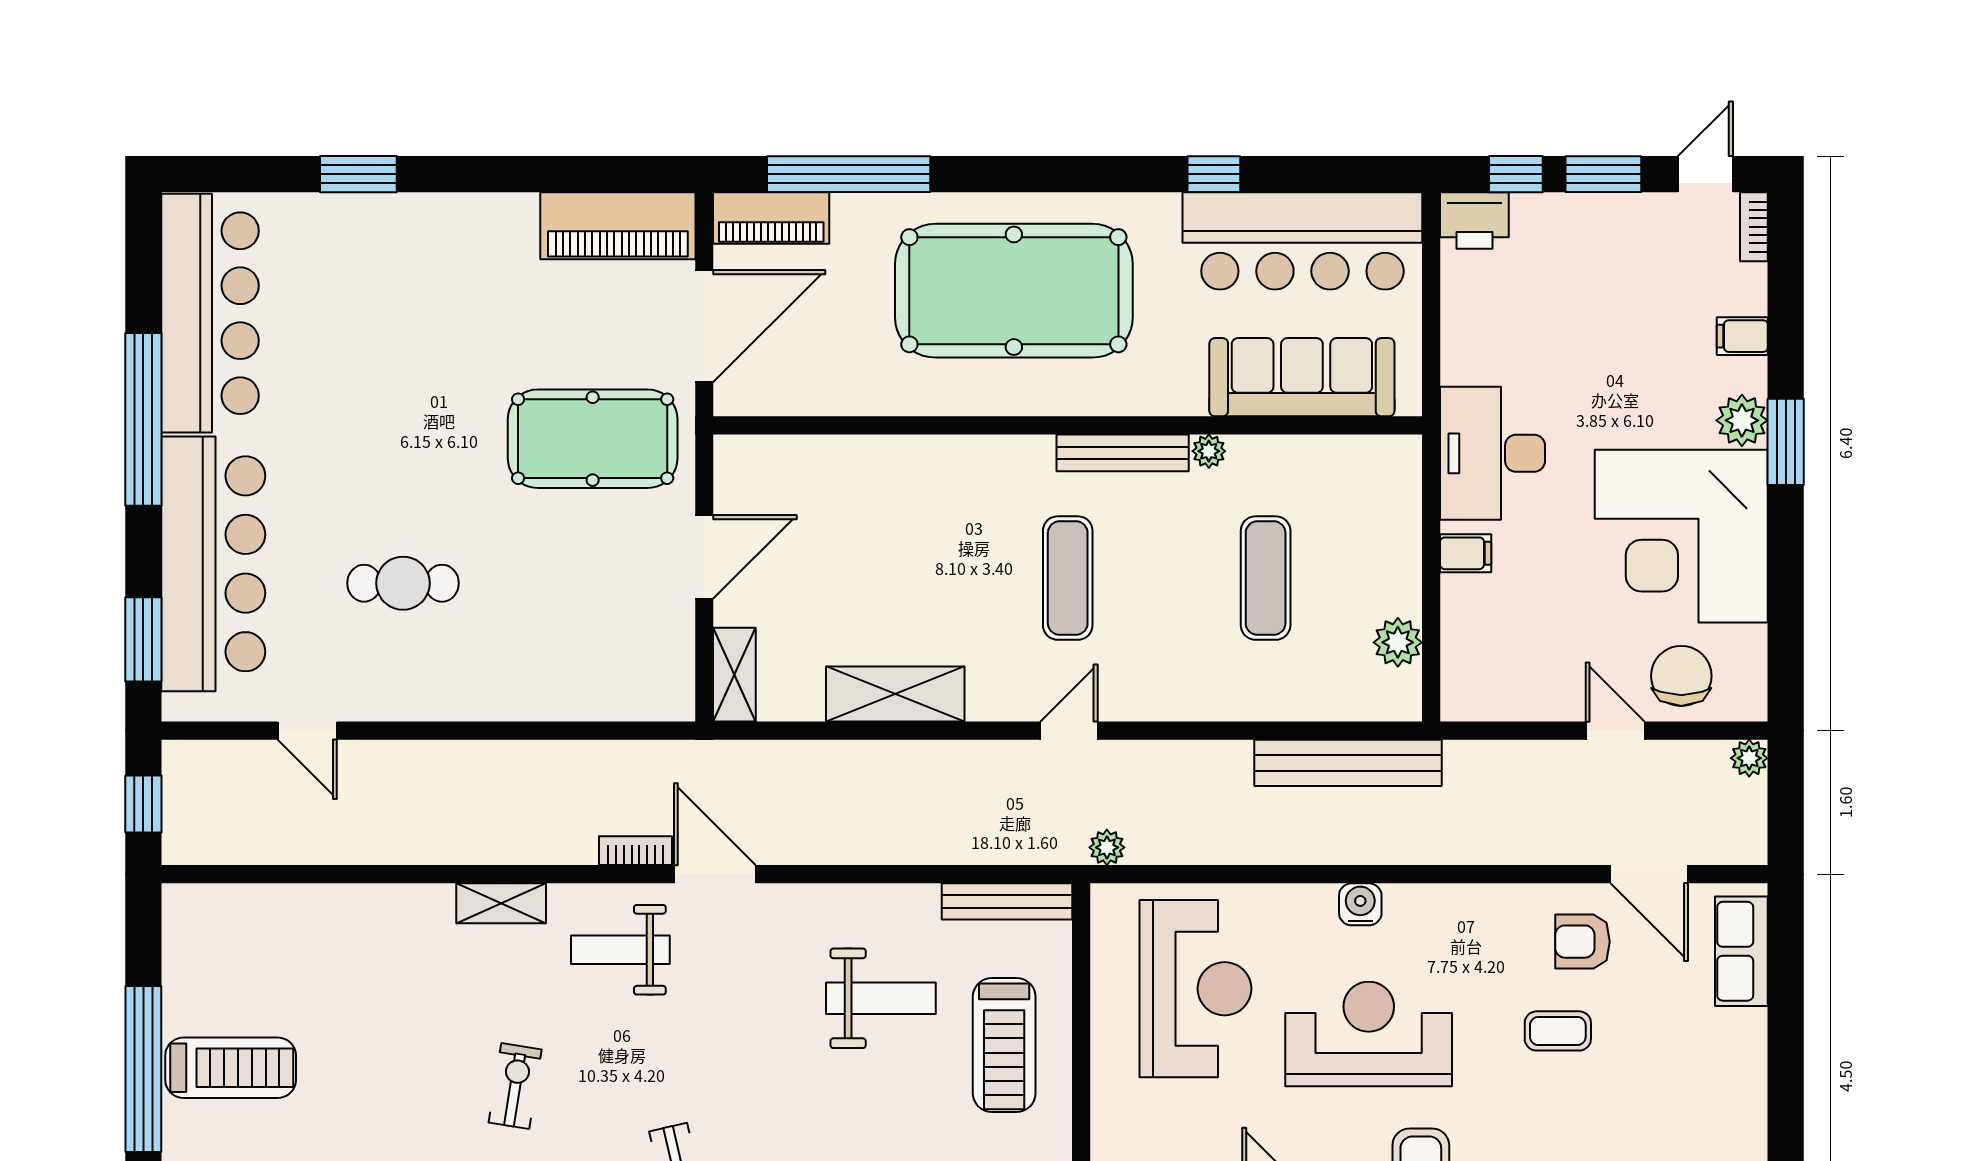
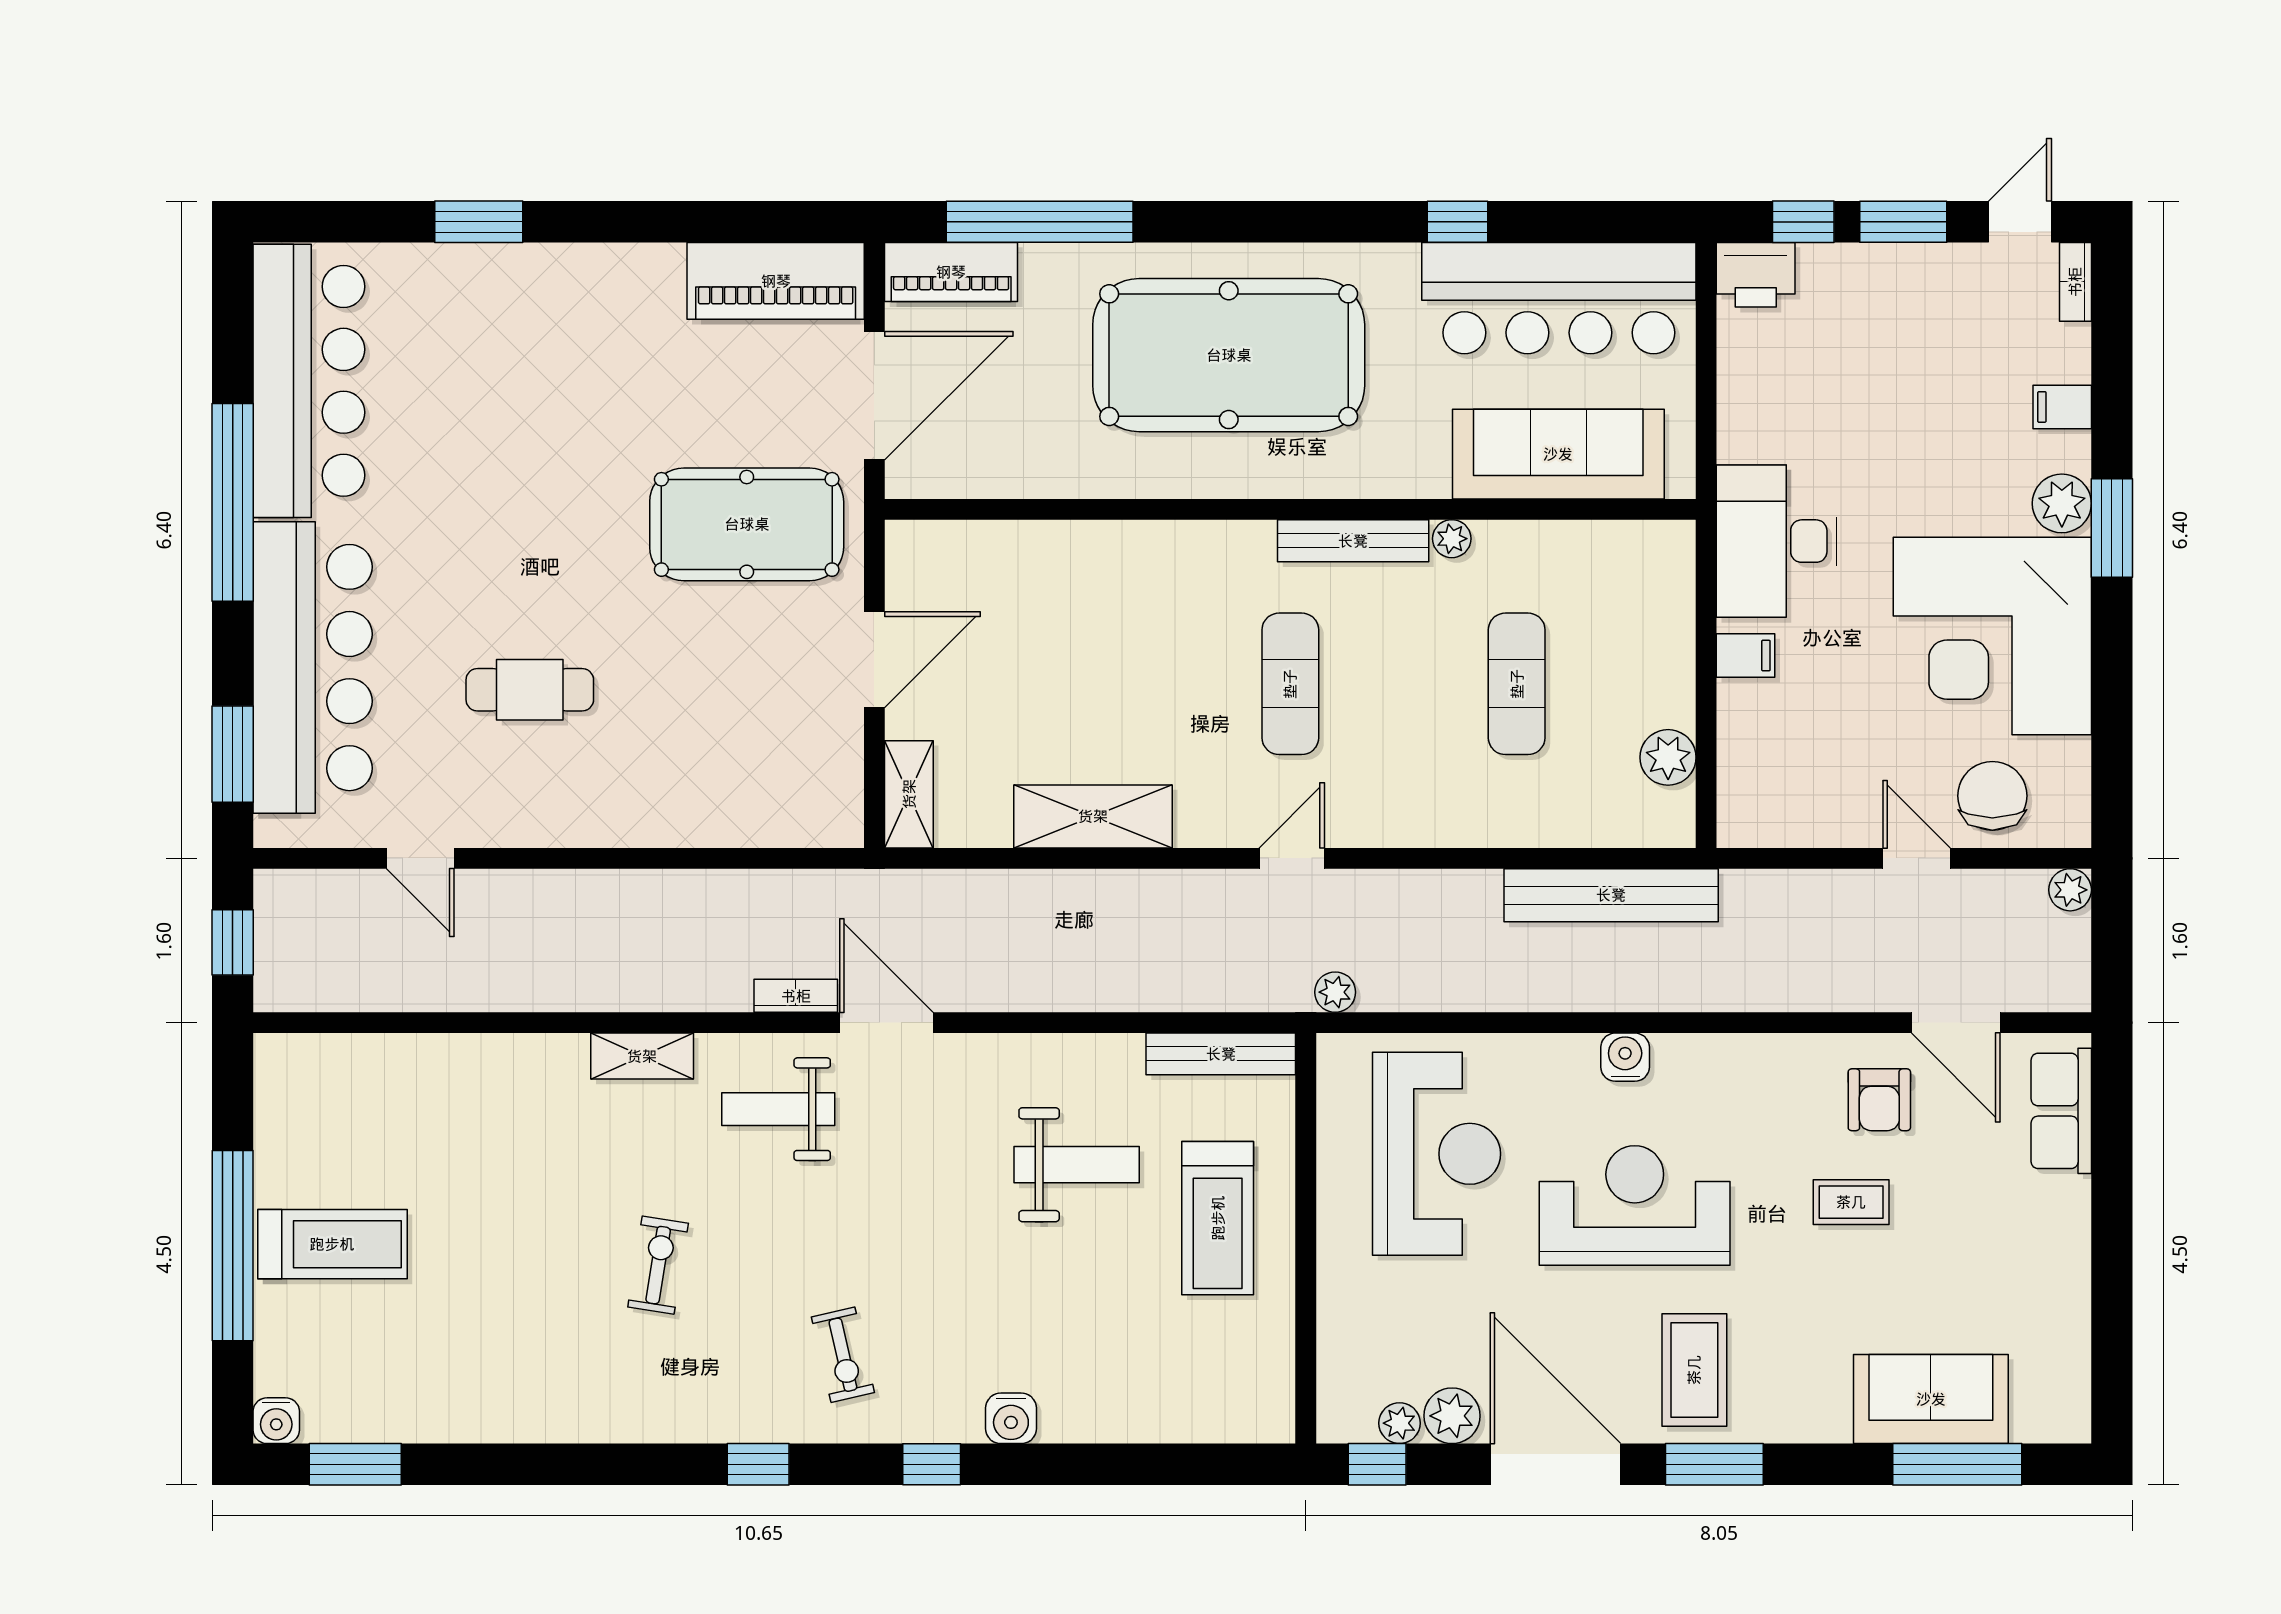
armchair: (1582, 942) -> (1879, 1100), turned -90

